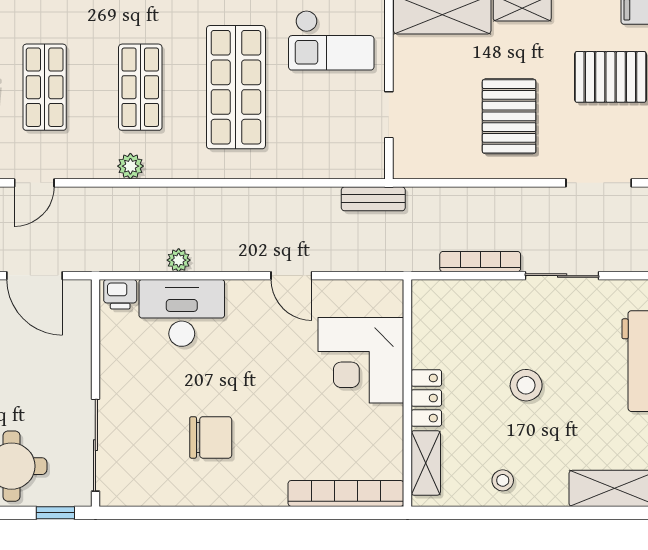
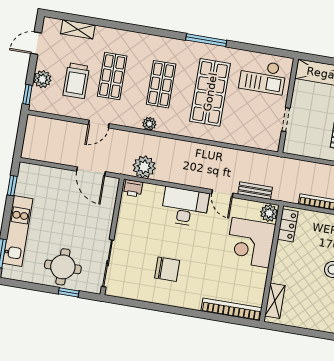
bench: (373, 199) -> (255, 191), moved
plant: (179, 260) -> (144, 167), moved, width x1.87, depth x1.87
plant: (387, 298) -> (269, 213), added
desk: (182, 313) -> (185, 207), moved
locker: (426, 398) -> (288, 225), moved
stool: (503, 480) -> (313, 316), removed
window: (55, 513) -> (69, 292), moved

